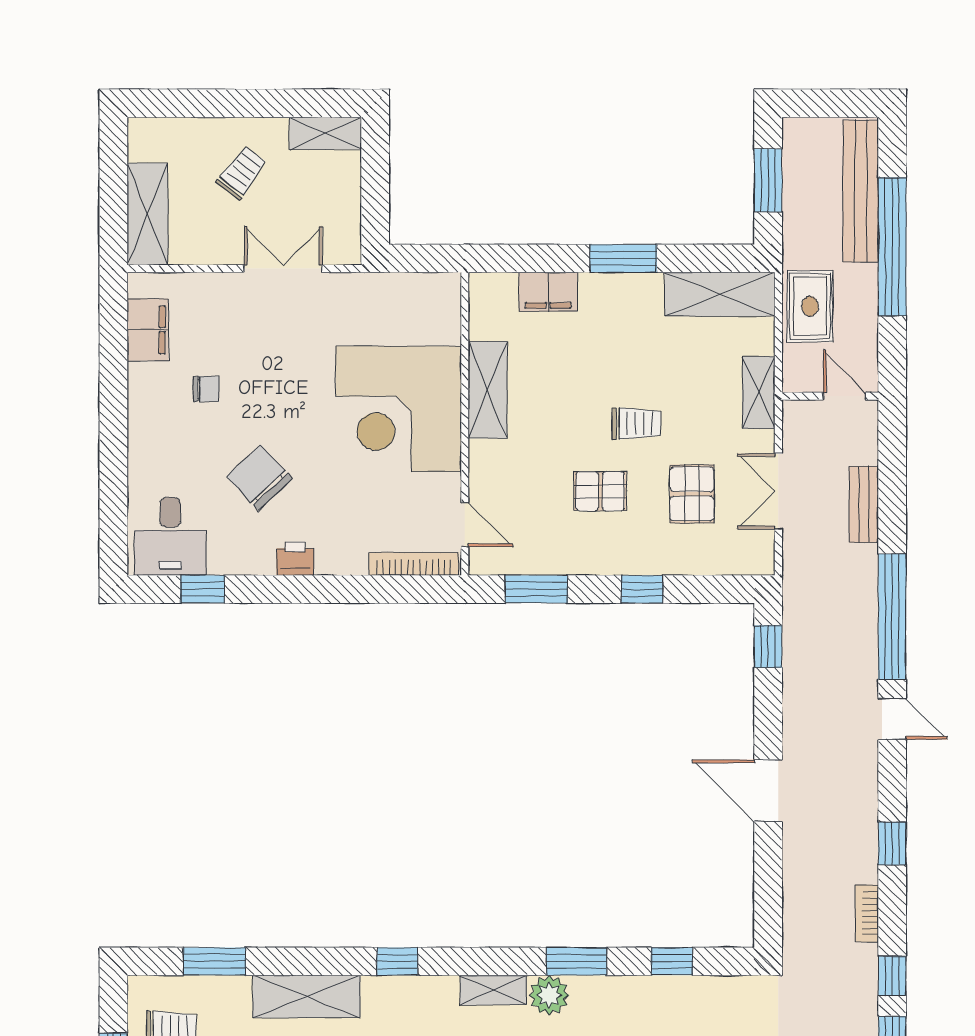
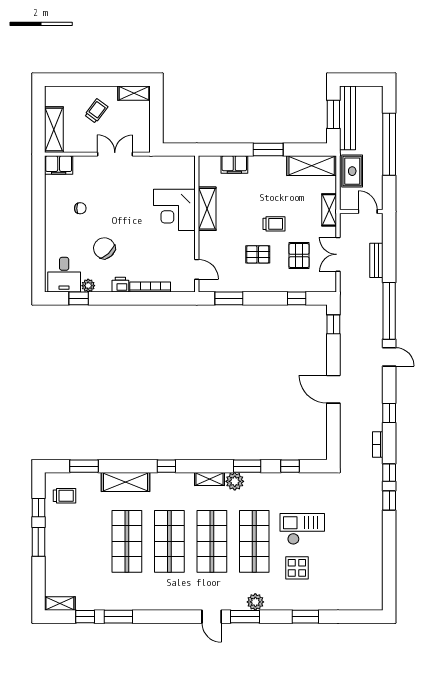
bench: (861, 191) -> (347, 118), moved
filing cabinet: (148, 330) -> (59, 165), moved, turned 90
corner desk: (399, 409) -> (174, 210), width x0.74, depth x0.74
plant: (224, 561) -> (88, 286), added
bookcase: (414, 564) -> (150, 287), moved
window: (642, 589) -> (297, 298), moved

